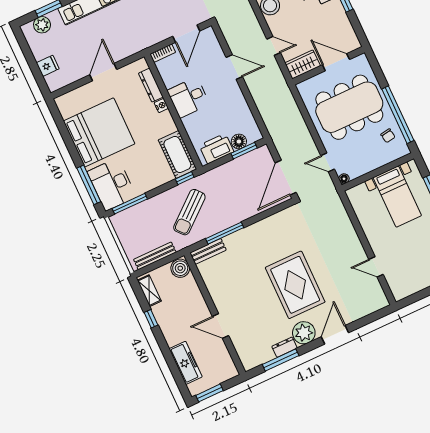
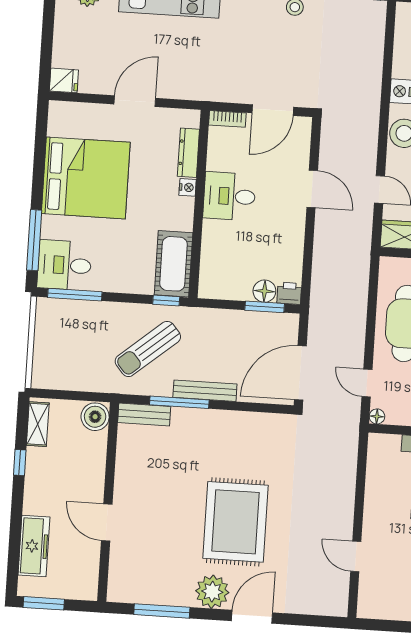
fridge: (48, 66) -> (64, 80), moved
printer: (217, 149) -> (289, 293), moved, width x0.53, depth x0.68
desk: (112, 184) -> (64, 265), width x0.73
bench: (155, 256) -> (205, 391), moved
dresser: (284, 347) -> (176, 597), removed

